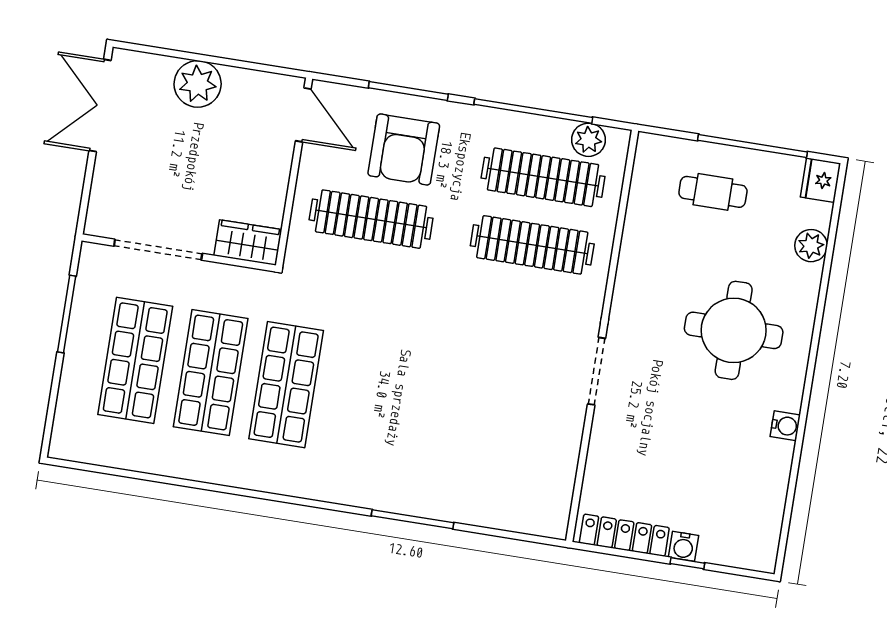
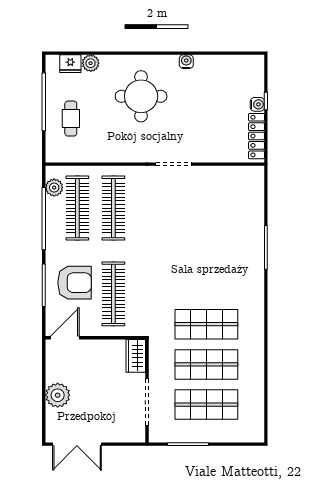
fridge: (821, 180) -> (70, 64), moved

